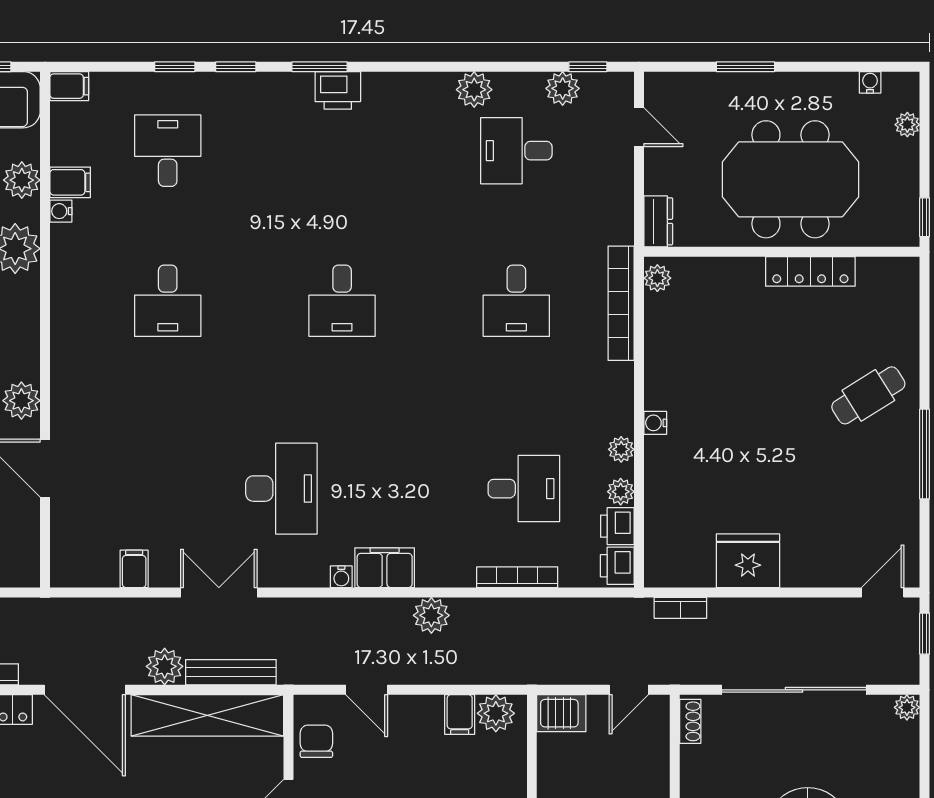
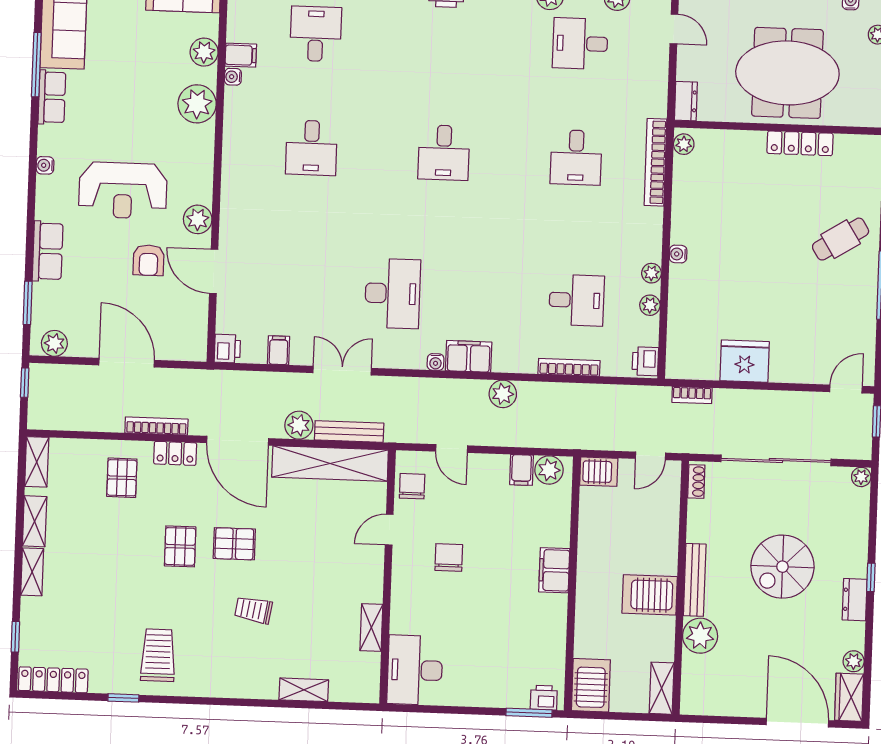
printer: (617, 526) -> (227, 349), moved, turned 180

